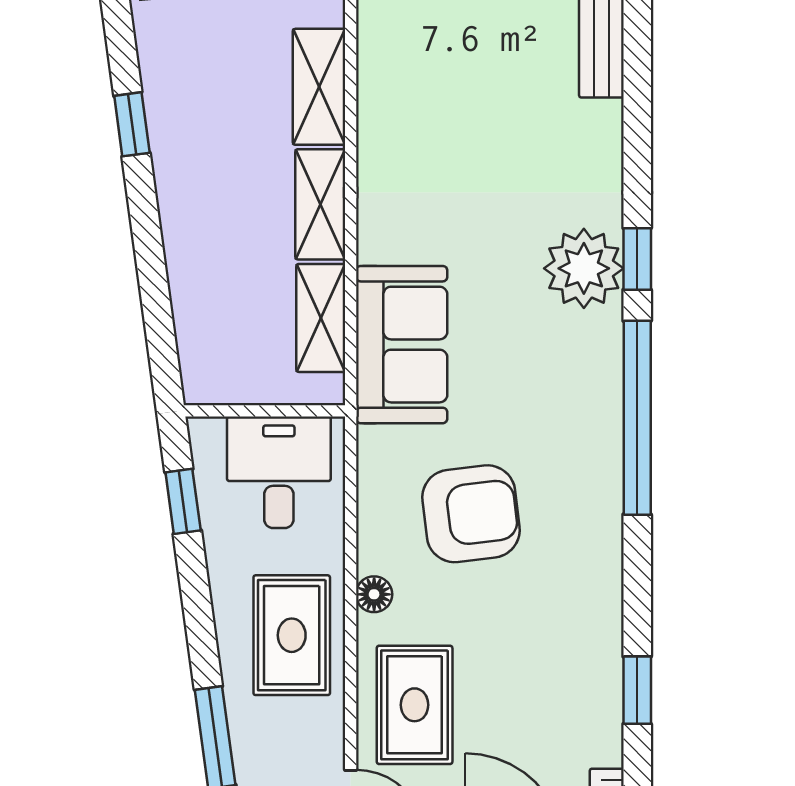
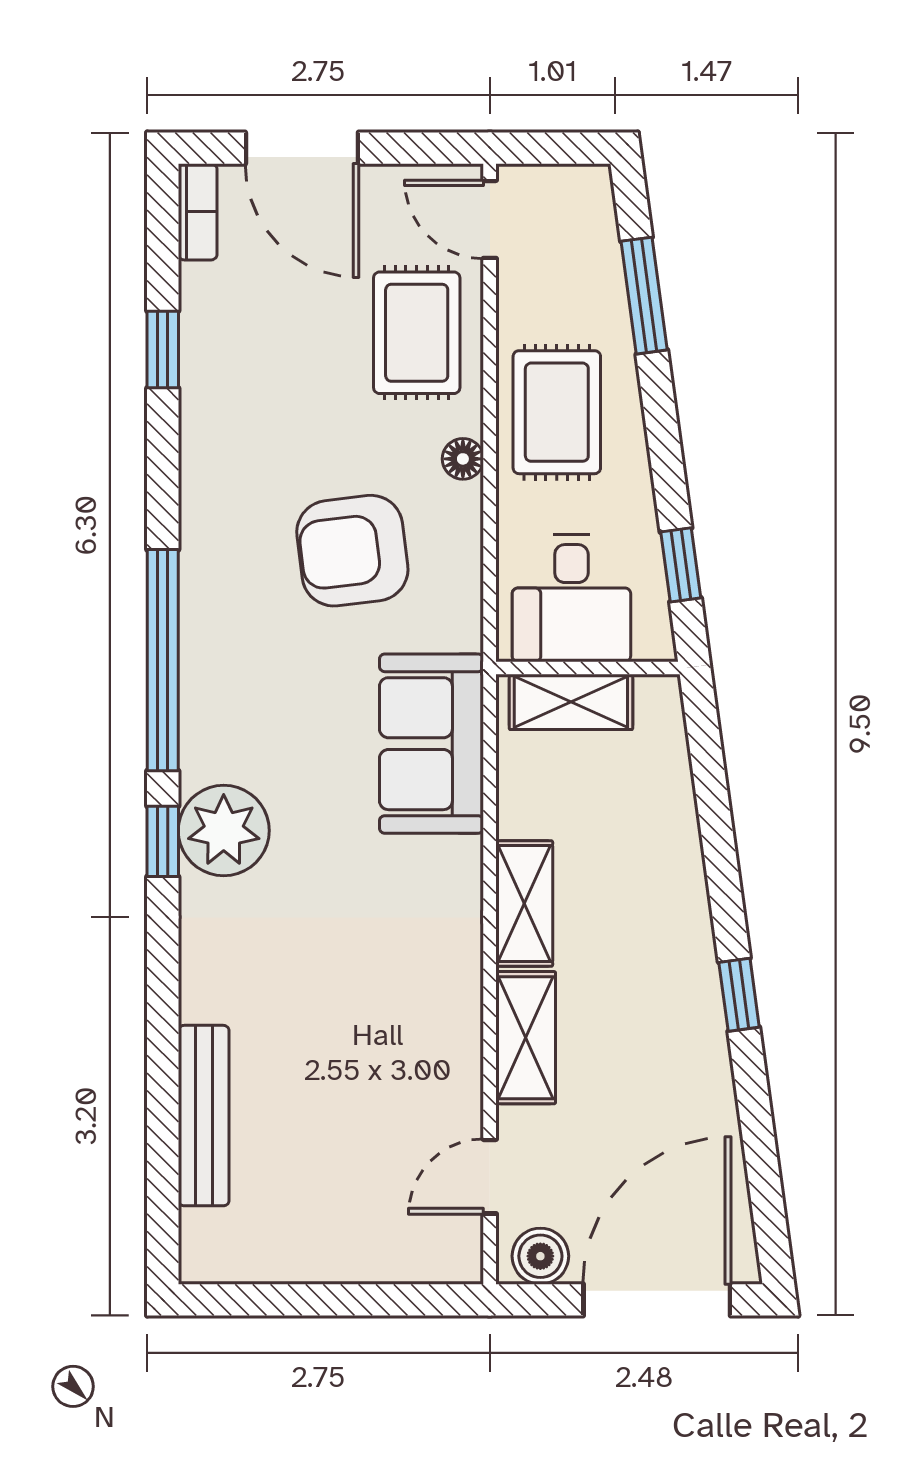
shelving: (321, 318) -> (571, 702), moved, turned 90

